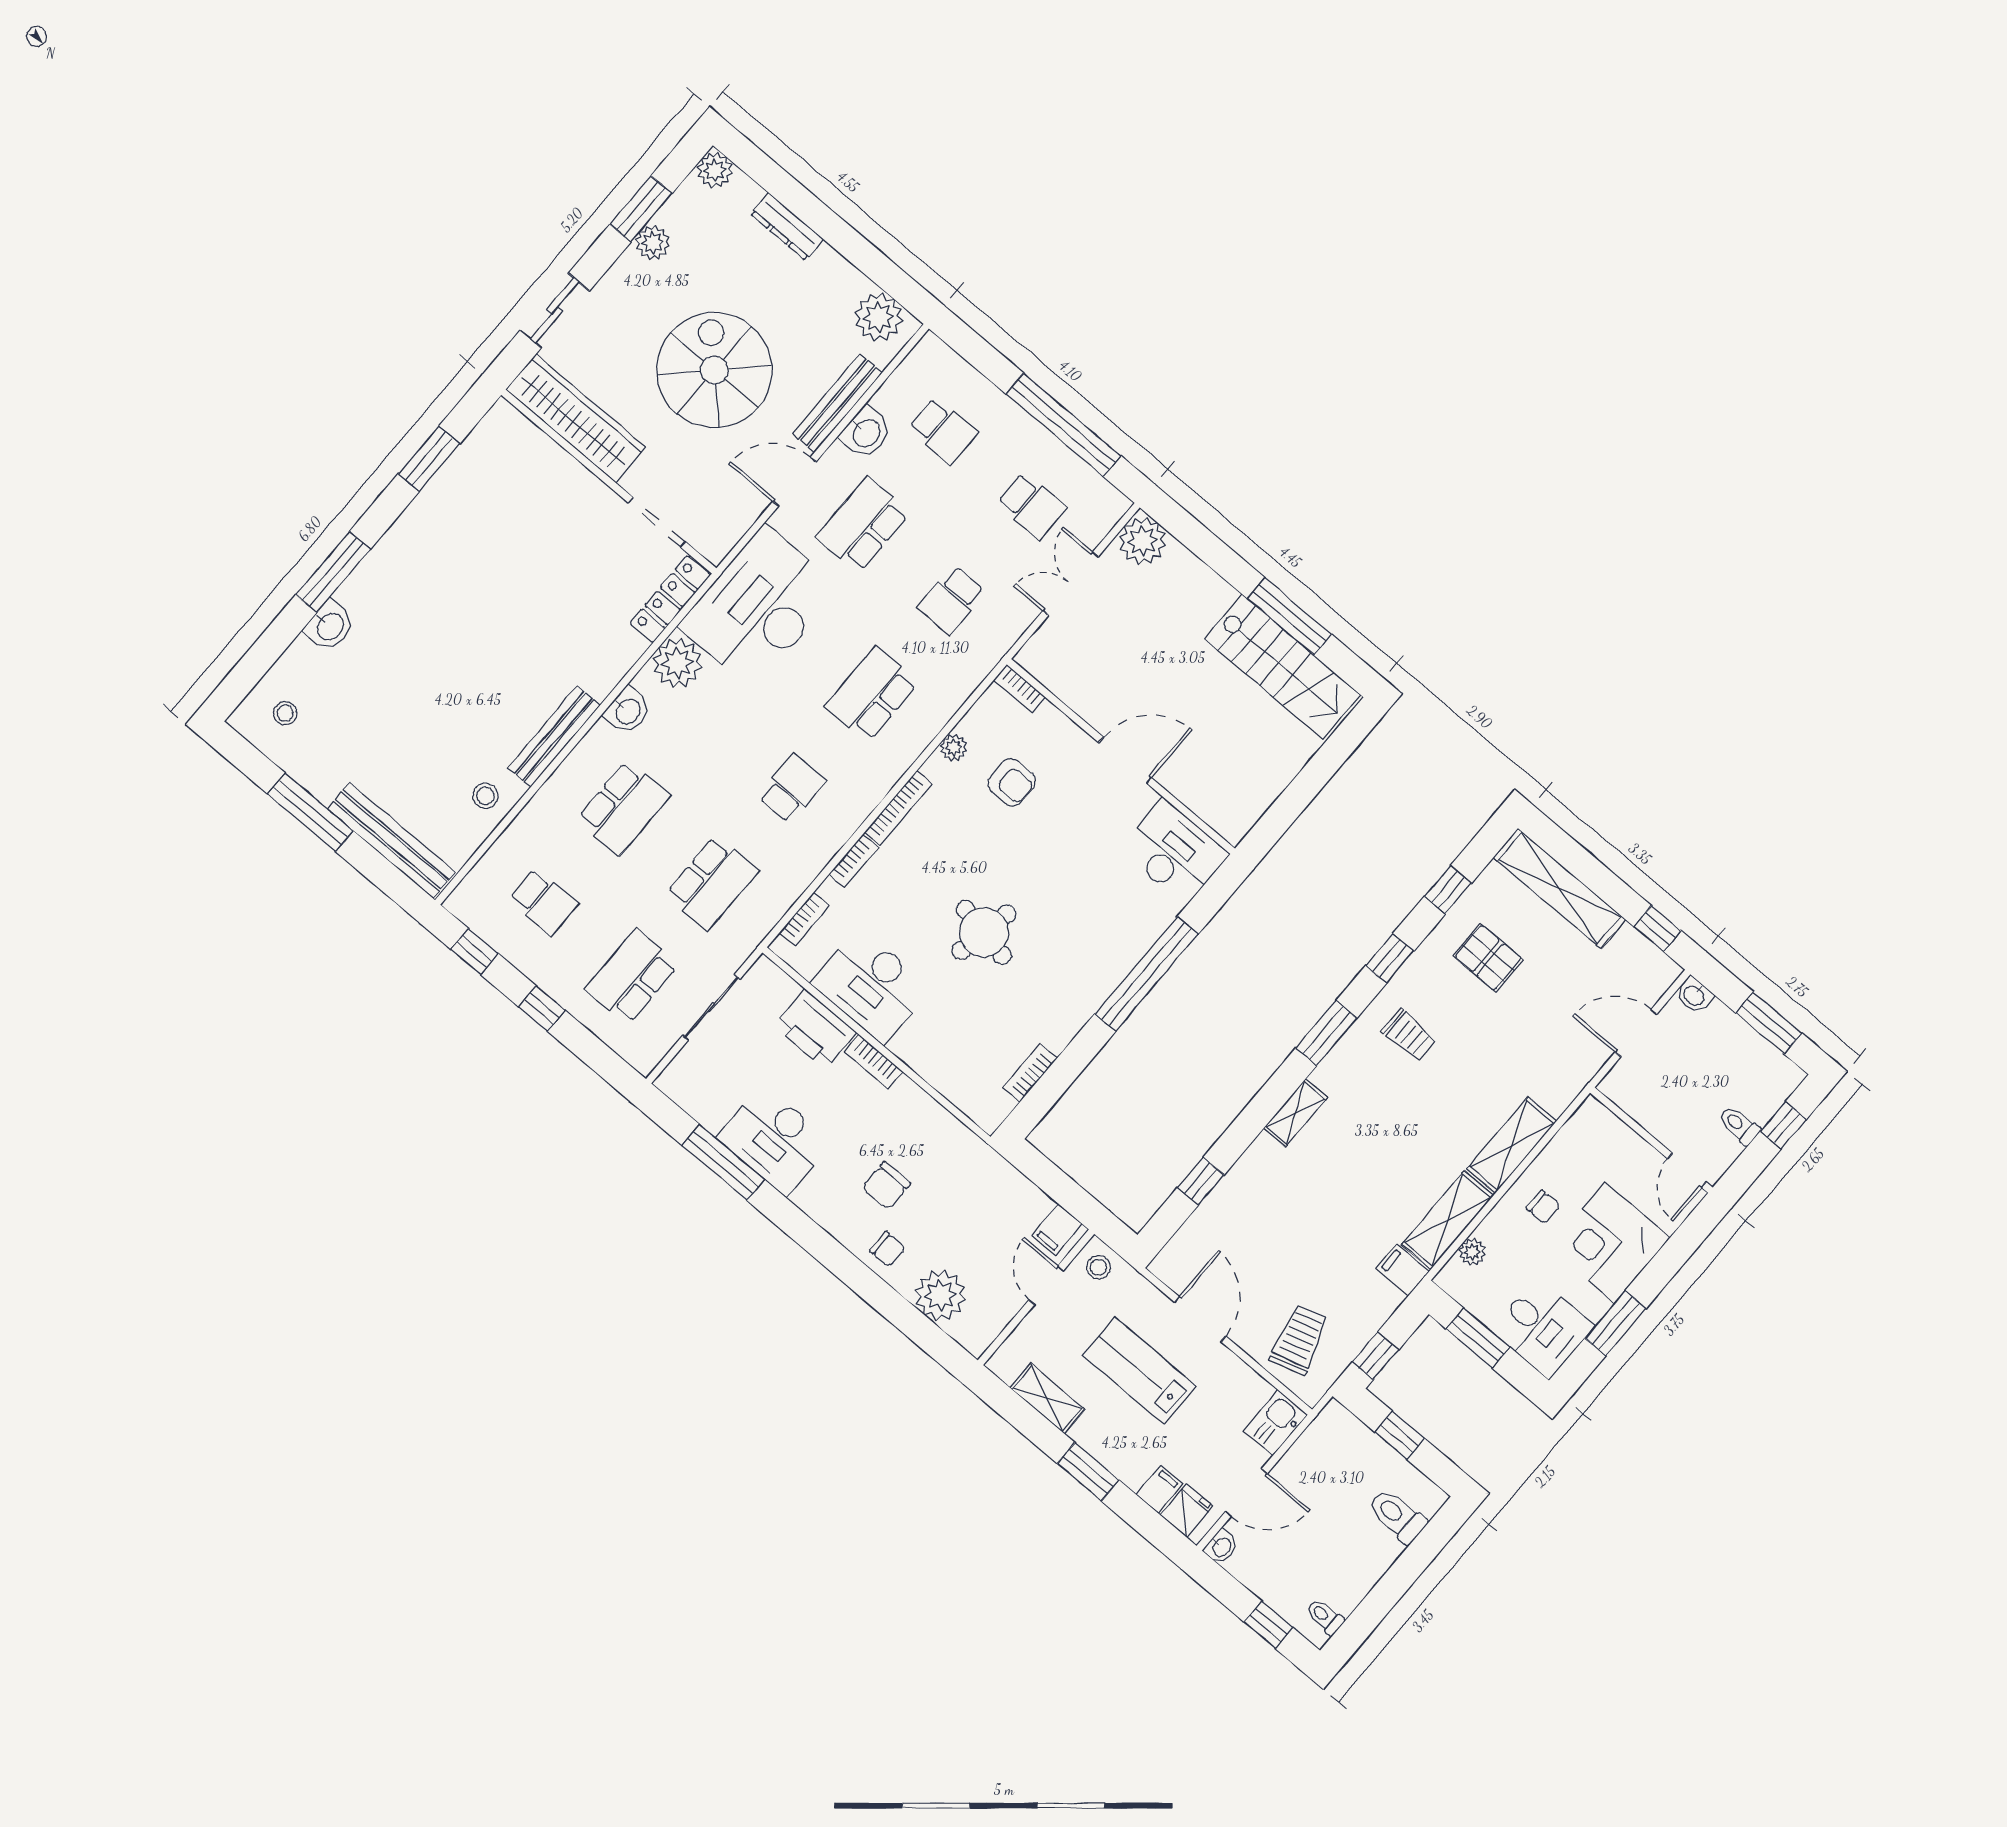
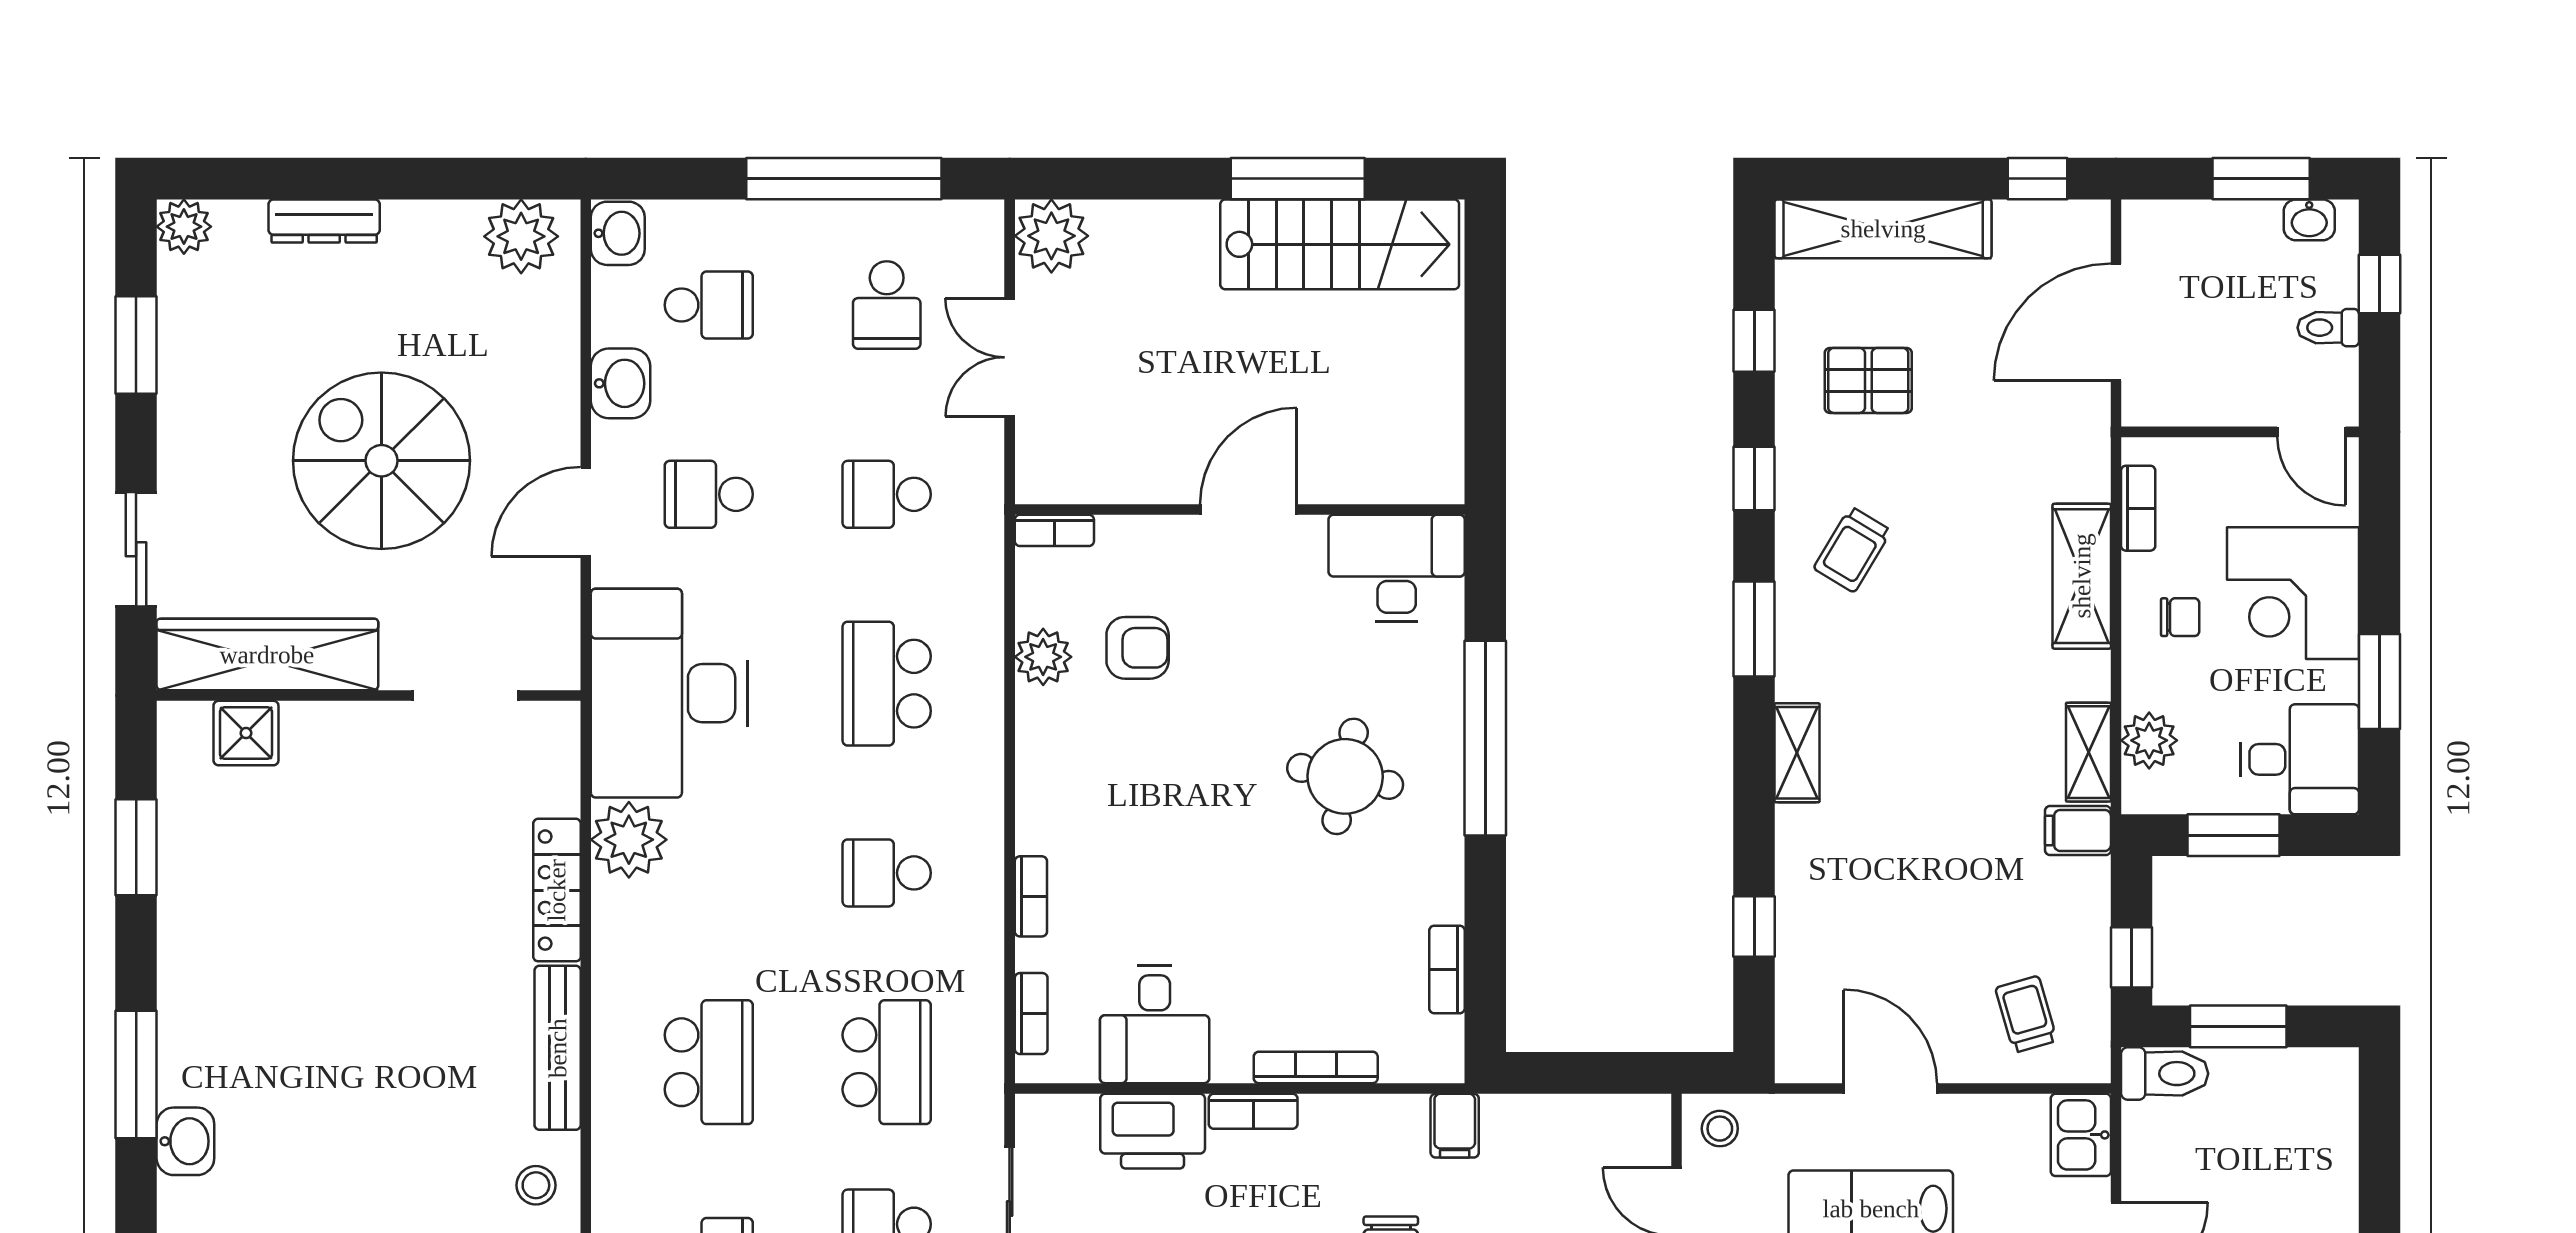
plant: (653, 243) -> (183, 373), removed
bench: (837, 403) -> (558, 378), removed
shower: (532, 448) -> (246, 733), added
school desk: (1031, 506) -> (887, 305), turned 90
school desk: (863, 525) -> (709, 494), width x0.54
locker: (670, 599) -> (557, 890), moved
school desk: (952, 600) -> (887, 494), turned 90
washbasin: (627, 711) -> (618, 233), moved
plant: (954, 748) -> (1043, 657), width x1.38, depth x1.38
school desk: (792, 788) -> (887, 873), turned -90
bookcase: (898, 808) -> (1316, 1067), moved, turned -90
round table: (984, 932) -> (1345, 776), moved
desk: (871, 986) -> (1155, 1025), width x0.73
washbasin: (1694, 995) -> (2309, 220), moved
door: (1636, 1033) -> (2116, 322), width x1.36
trolley: (1409, 1035) -> (1852, 549), turned 121
bookcase: (1568, 1135) -> (2138, 508), added
shelving: (1448, 1220) -> (2088, 752), width x0.67, depth x0.75
filing cabinet: (1057, 1230) -> (1455, 1126), moved
plant: (1472, 1252) -> (2149, 740), width x1.38, depth x1.38
trolley: (1299, 1340) -> (2026, 1014), width x0.73, depth x0.72
window: (1400, 1435) -> (2238, 1026), width x1.50
toilet: (1397, 1516) -> (2165, 1074), moved, turned 180

